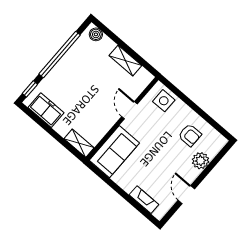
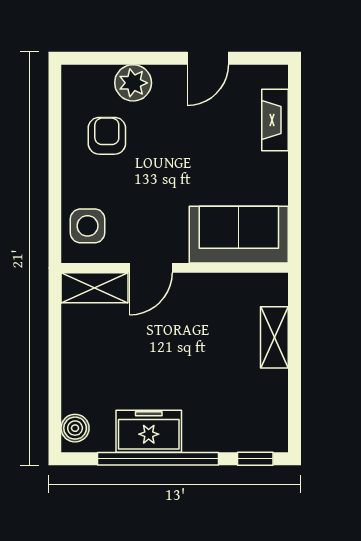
shelving: (125, 61) -> (95, 288), moved, turned 90
freezer: (46, 110) -> (149, 431), moved, turned 90
shelving: (79, 143) -> (274, 337), moved

